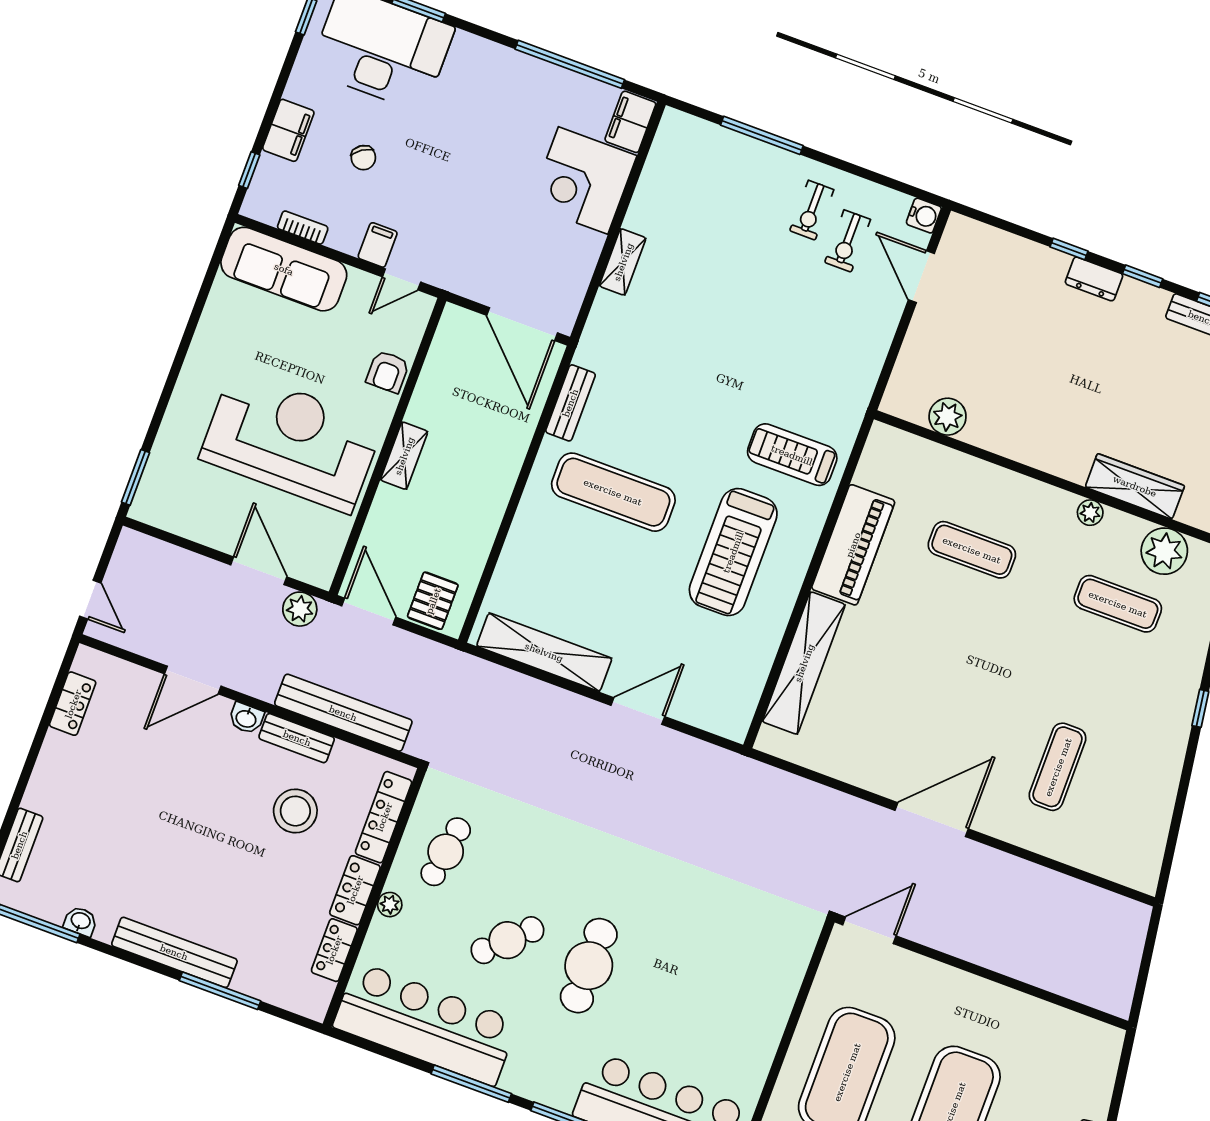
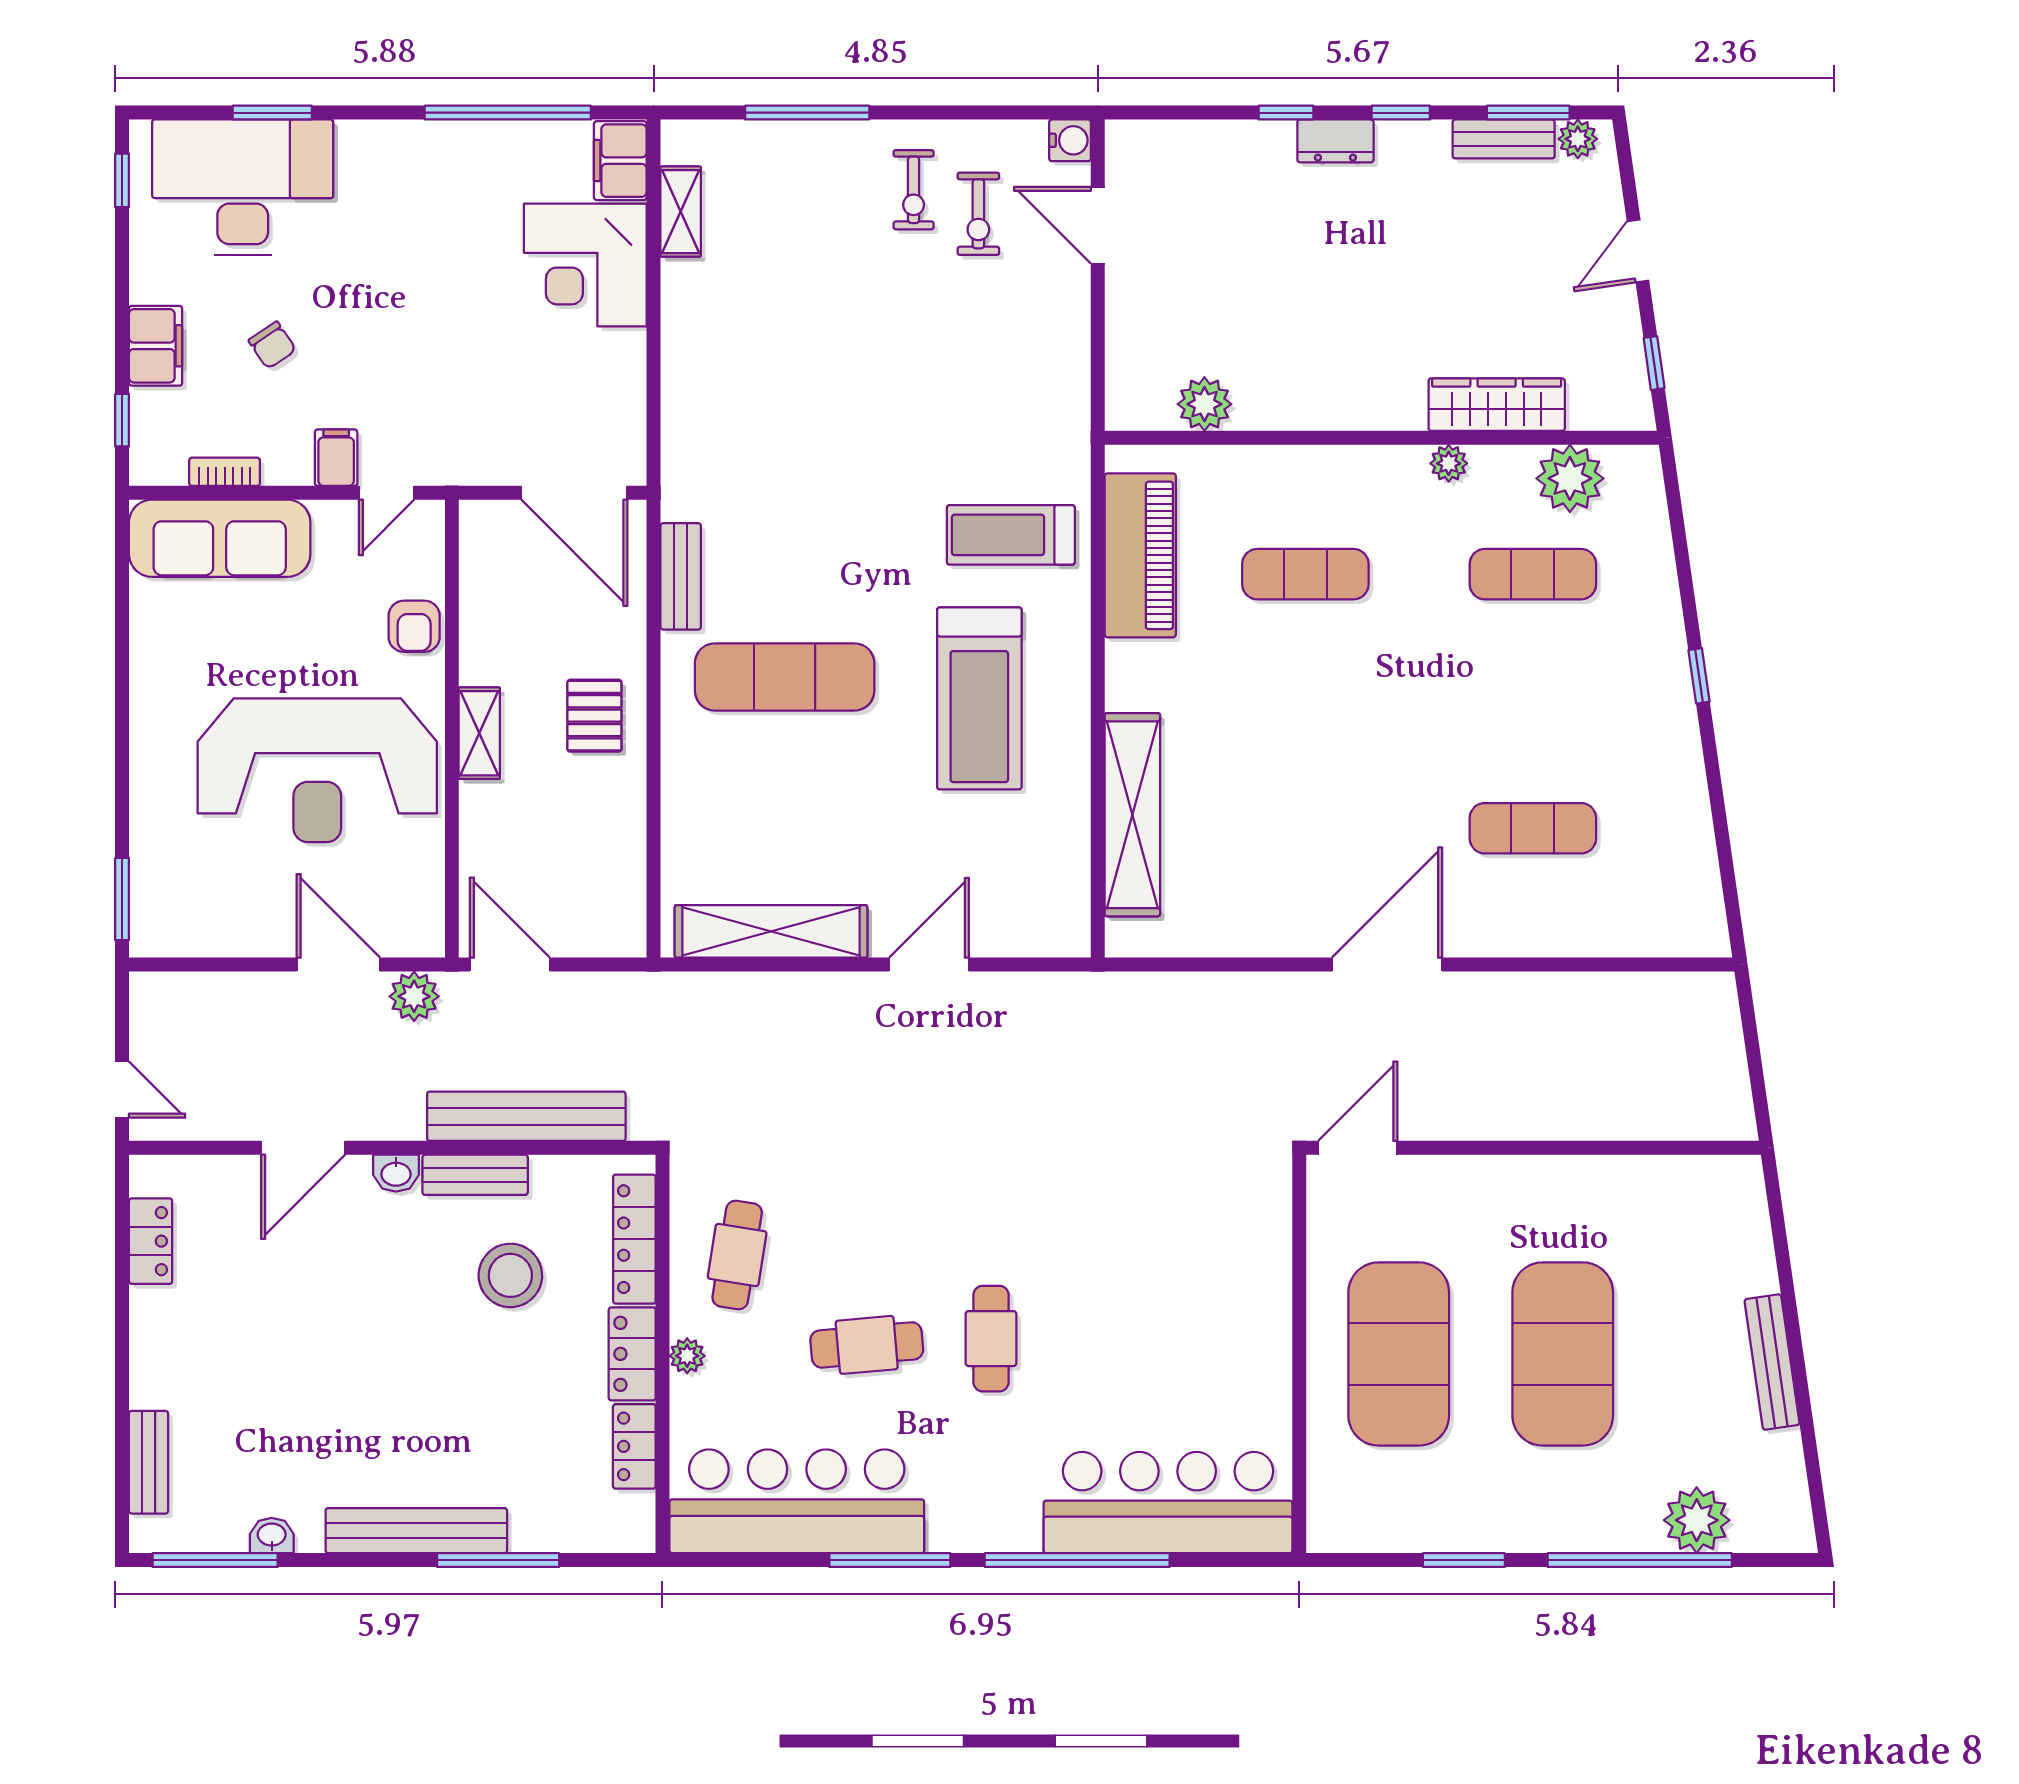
shelving: (623, 262) -> (681, 212), moved
reception desk: (291, 441) -> (317, 770), turned 180
piano: (853, 545) -> (1140, 555), moved
pallet: (433, 601) -> (594, 716), moved
exercise mat: (1058, 767) -> (1533, 828), turned 90
cafe table: (507, 940) -> (867, 1345), turned 39
cafe table: (589, 966) -> (991, 1339), width x0.73, depth x0.74

